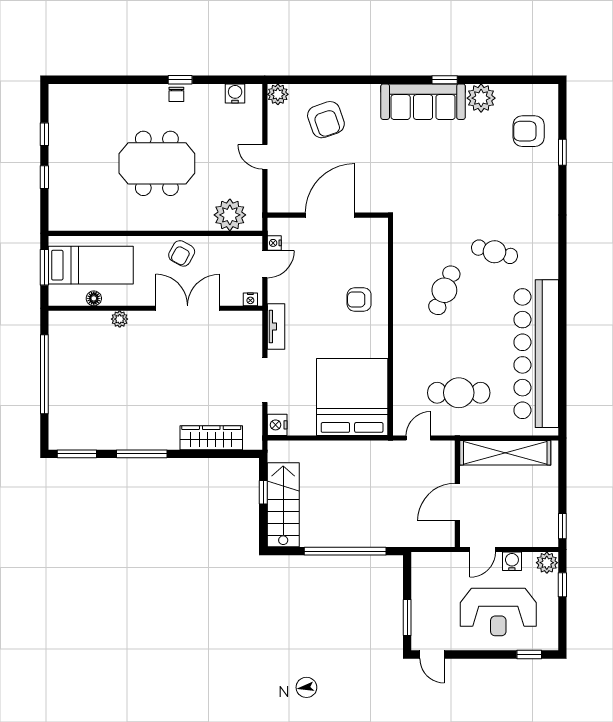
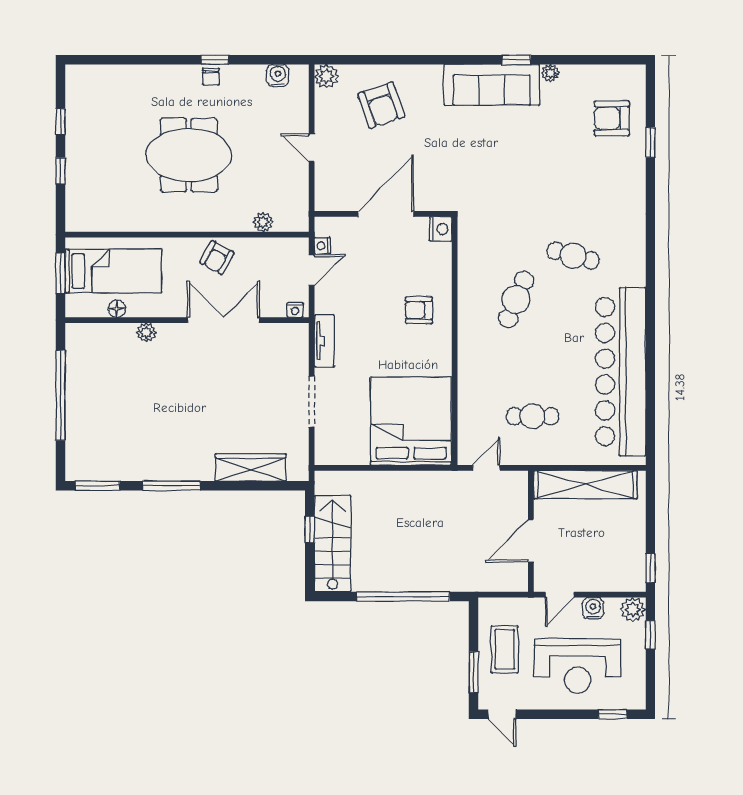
plant: (481, 98) -> (550, 73), width x0.53, depth x0.53
plant: (230, 215) -> (263, 222), width x0.53, depth x0.53
cafe table: (459, 393) -> (532, 416), width x0.73, depth x0.74
nightstand: (277, 425) -> (441, 229), moved, turned 180
coffee table: (434, 598) -> (505, 649), added

